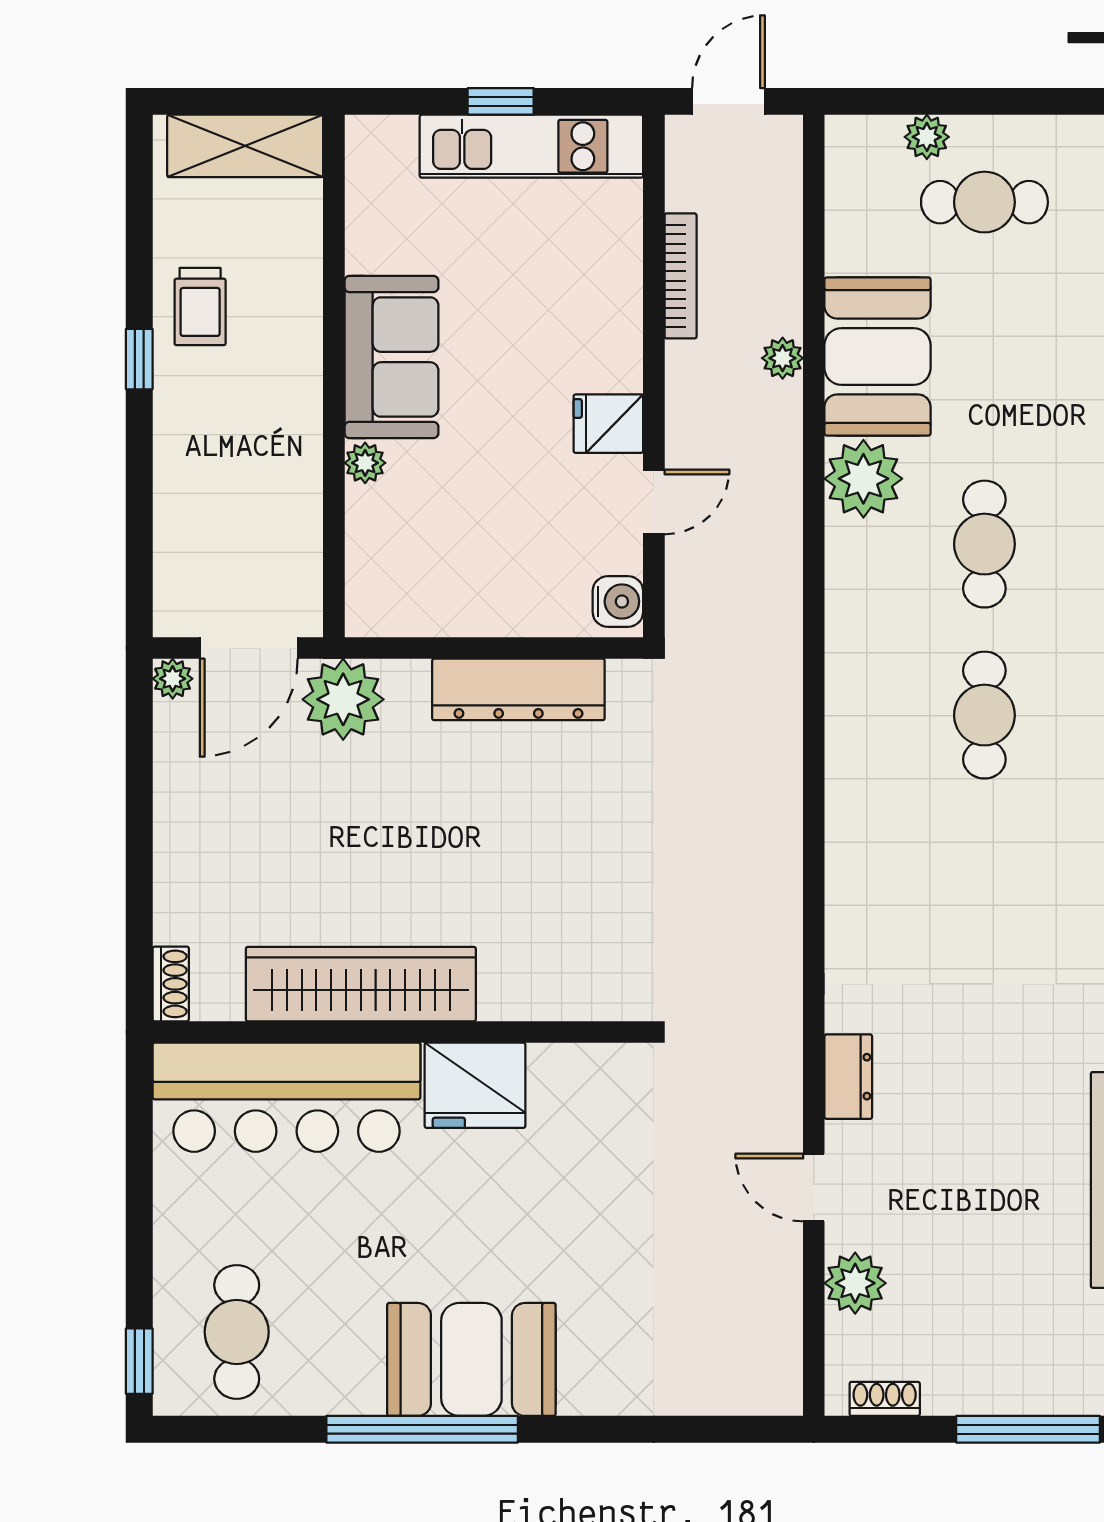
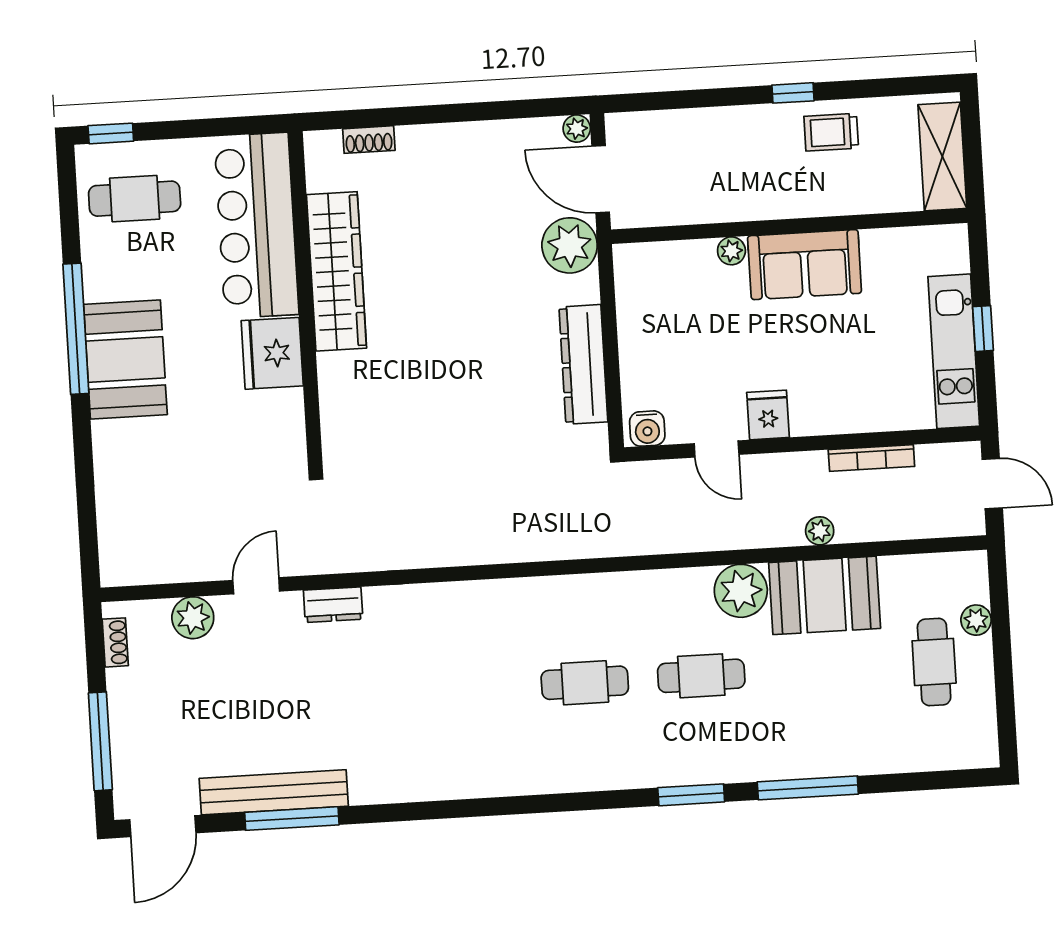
wardrobe: (361, 984) -> (336, 271), moved
wall: (398, 1032) -> (305, 299), moved
fridge: (475, 1085) -> (272, 353), moved
bar counter: (286, 1097) -> (256, 225), moved

